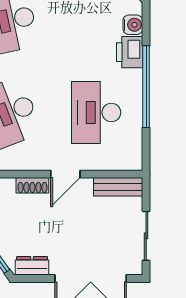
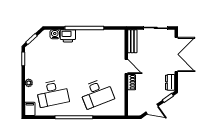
desk: (96, 113) -> (97, 52), removed

